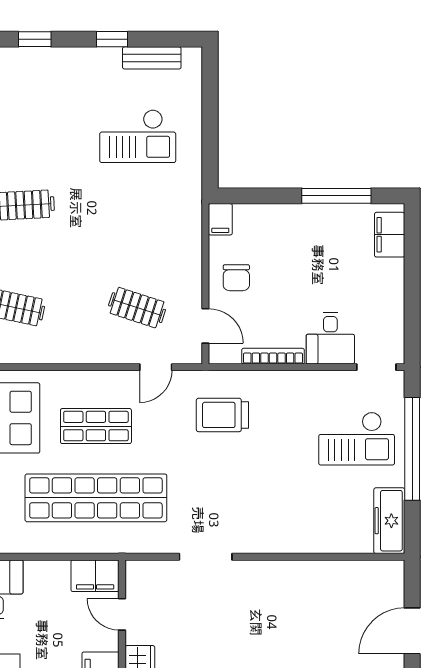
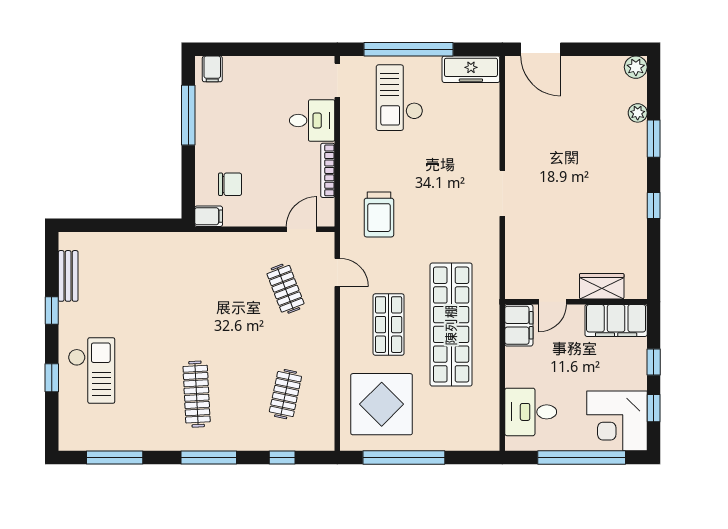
checkout: (138, 136) -> (92, 370), moved
filing cabinet: (390, 235) -> (212, 69), width x0.50
chair: (236, 278) -> (230, 184), moved
clothes rail: (137, 308) -> (285, 289), turned -39
checkout: (357, 439) -> (399, 98), turned 180
doorway: (206, 557) -> (502, 193), moved
door: (412, 631) -> (541, 49), moved

